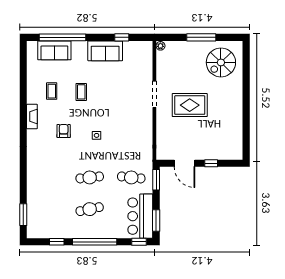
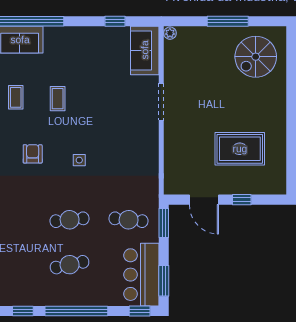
sofa: (105, 51) -> (145, 50), moved, turned 90
rug: (190, 105) -> (240, 149), moved

